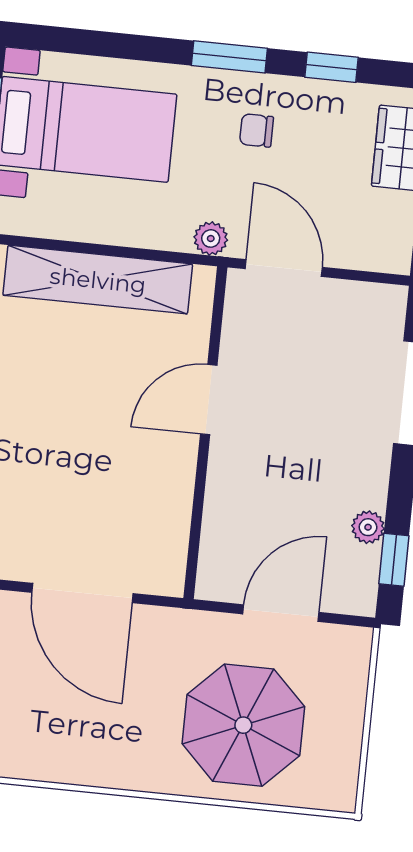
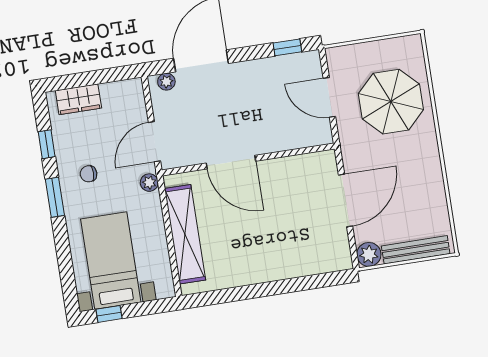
chair: (256, 130) -> (89, 174), turned 90
door: (209, 400) -> (231, 162), width x1.36
plant: (368, 527) -> (166, 82), moved

